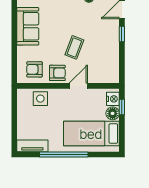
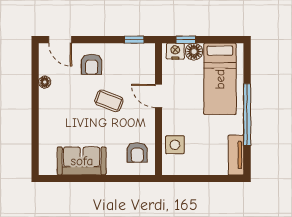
window: (122, 34) -> (134, 40), moved
armchair: (57, 73) -> (92, 64), moved, turned 180

